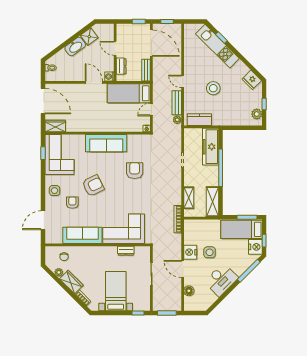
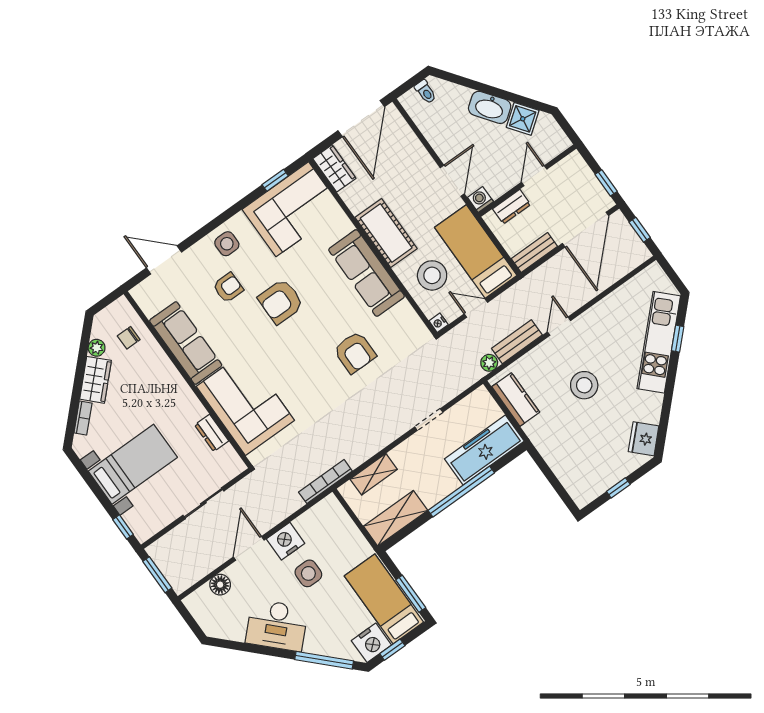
plant: (257, 114) -> (593, 488), removed
stool: (126, 118) -> (432, 275), added
cot: (96, 124) -> (386, 233), added
armchair: (135, 171) -> (355, 352), turned 90
armchair: (93, 186) -> (281, 302), turned 116

